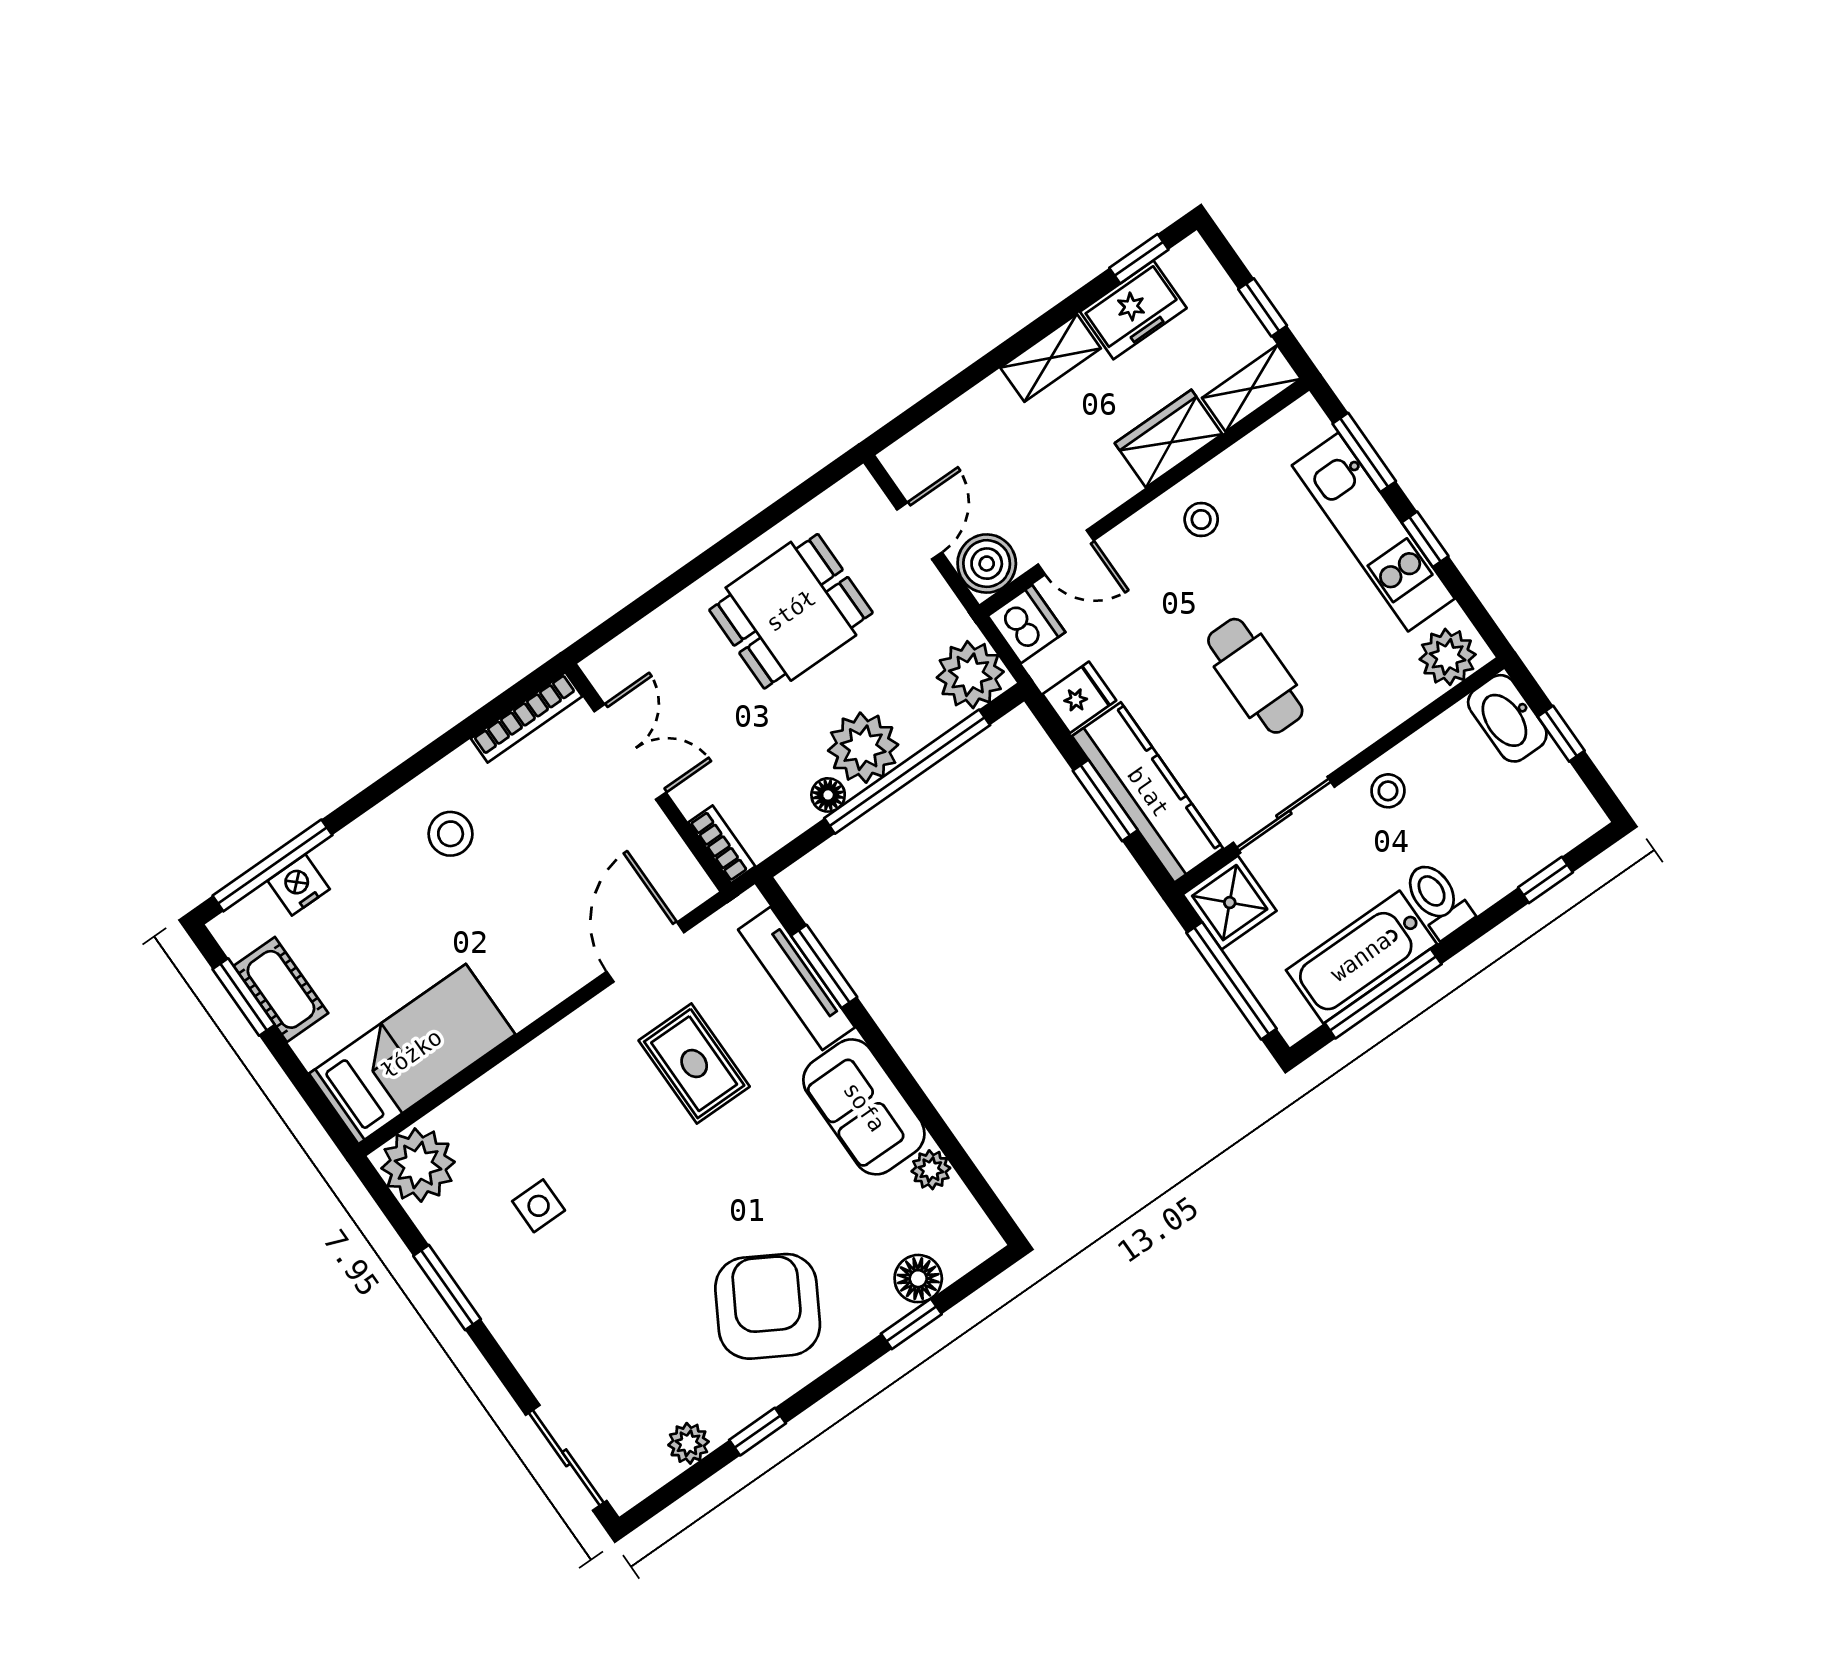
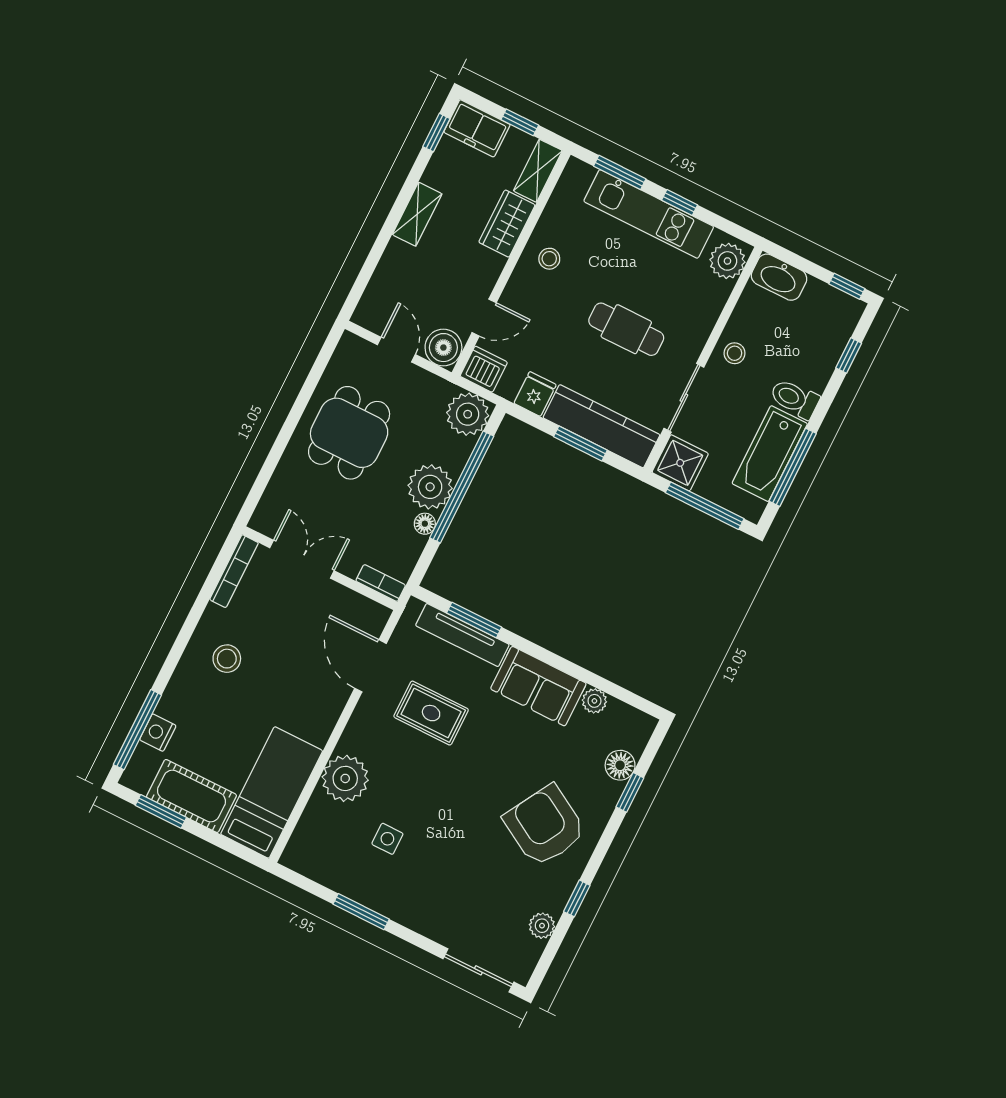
freezer: (1133, 310) -> (477, 128), moved, turned 90
window: (1561, 734) -> (847, 286), moved
cot: (281, 989) -> (191, 796), width x1.37, depth x1.34
plant: (418, 1165) -> (345, 778), moved

